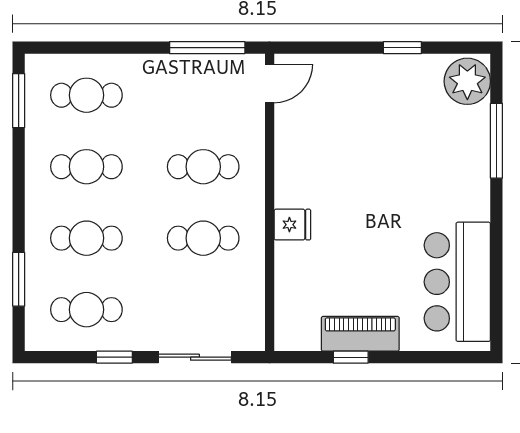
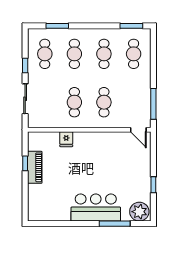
fridge: (292, 225) -> (66, 139), moved
bar counter: (457, 282) -> (96, 208), moved

